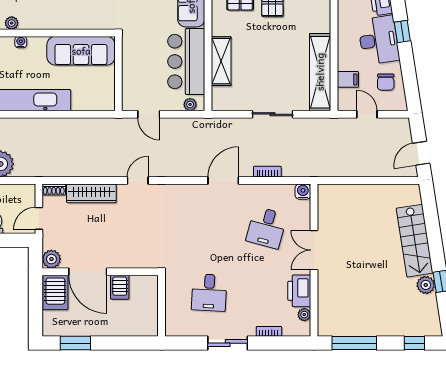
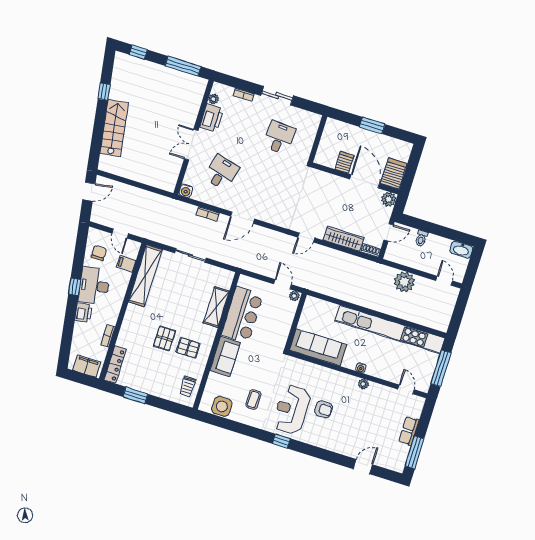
plant: (190, 104) -> (294, 296), moved
double door: (314, 250) -> (191, 145), swing flipped
plant: (426, 285) -> (116, 93), removed
window: (75, 343) -> (372, 125), moved

